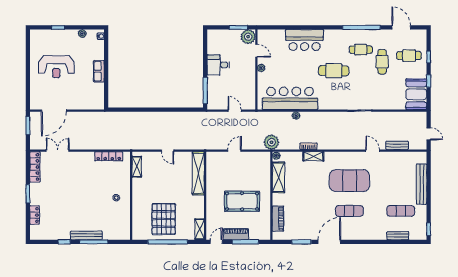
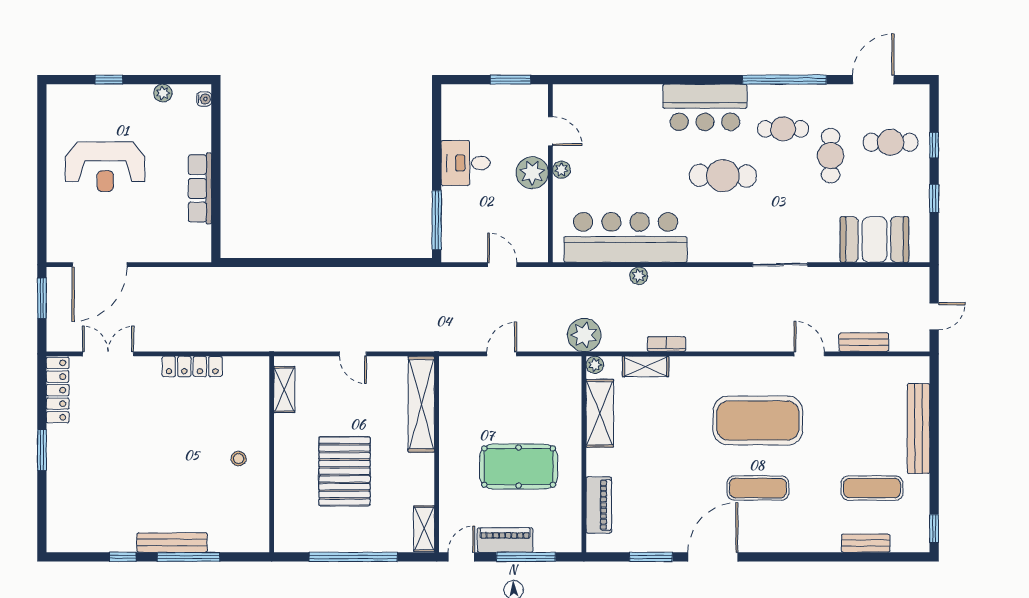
door: (401, 27) -> (873, 80), hinge flipped
plant: (248, 37) -> (532, 173), moved
bar counter: (305, 40) -> (705, 107), moved
row of seats: (99, 71) -> (200, 188), width x1.48
booth: (416, 94) -> (874, 240), moved, turned 90
door: (429, 134) -> (934, 316), hinge flipped
locker: (109, 156) -> (192, 366), moved
shelving: (313, 156) -> (646, 366), moved
locker: (35, 215) -> (57, 497), removed
pallet: (164, 219) -> (345, 471), moved

